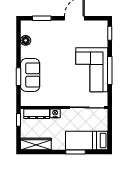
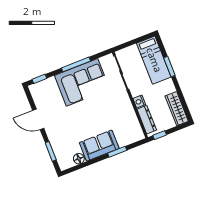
sofa: (30, 75) -> (99, 146), moved

